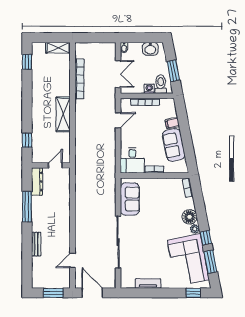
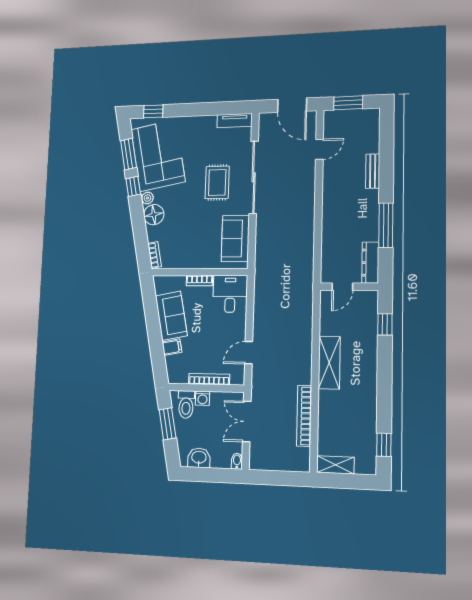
rug: (144, 239) -> (217, 182), added
tv unit: (148, 283) -> (235, 121), moved

